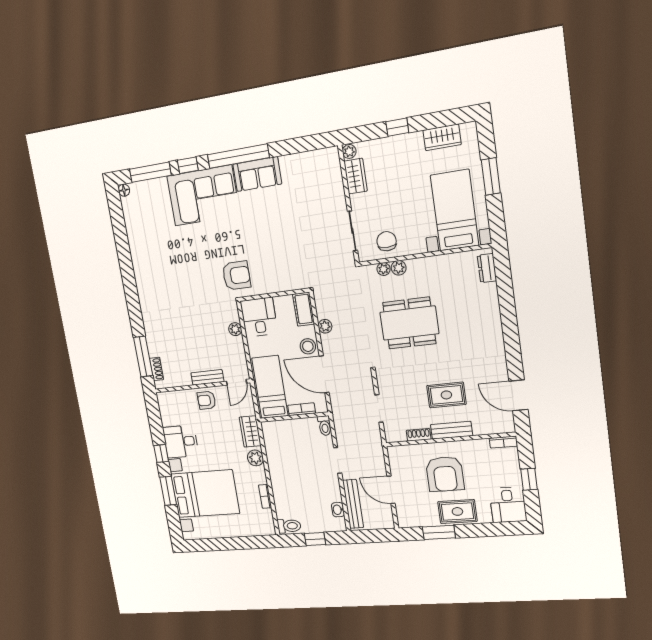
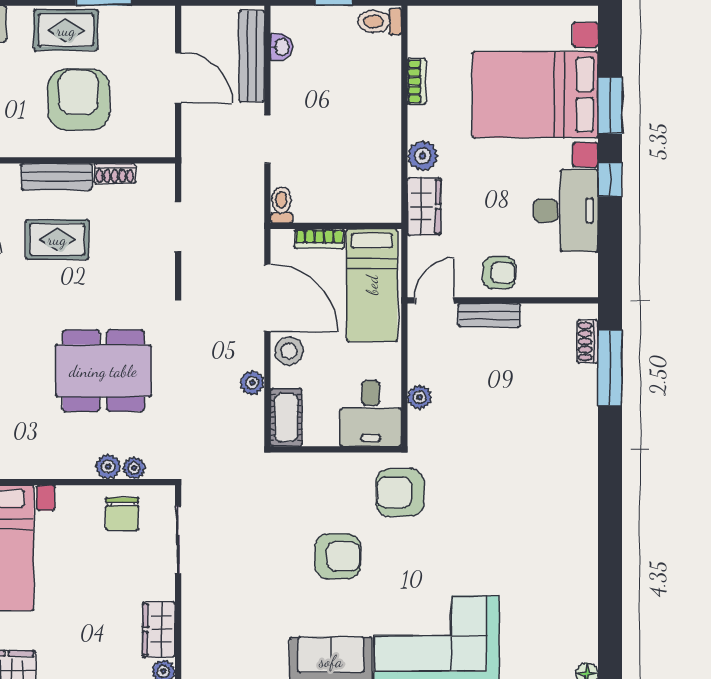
armchair: (263, 235) -> (338, 556), added
desk: (181, 442) -> (566, 210), width x1.37

